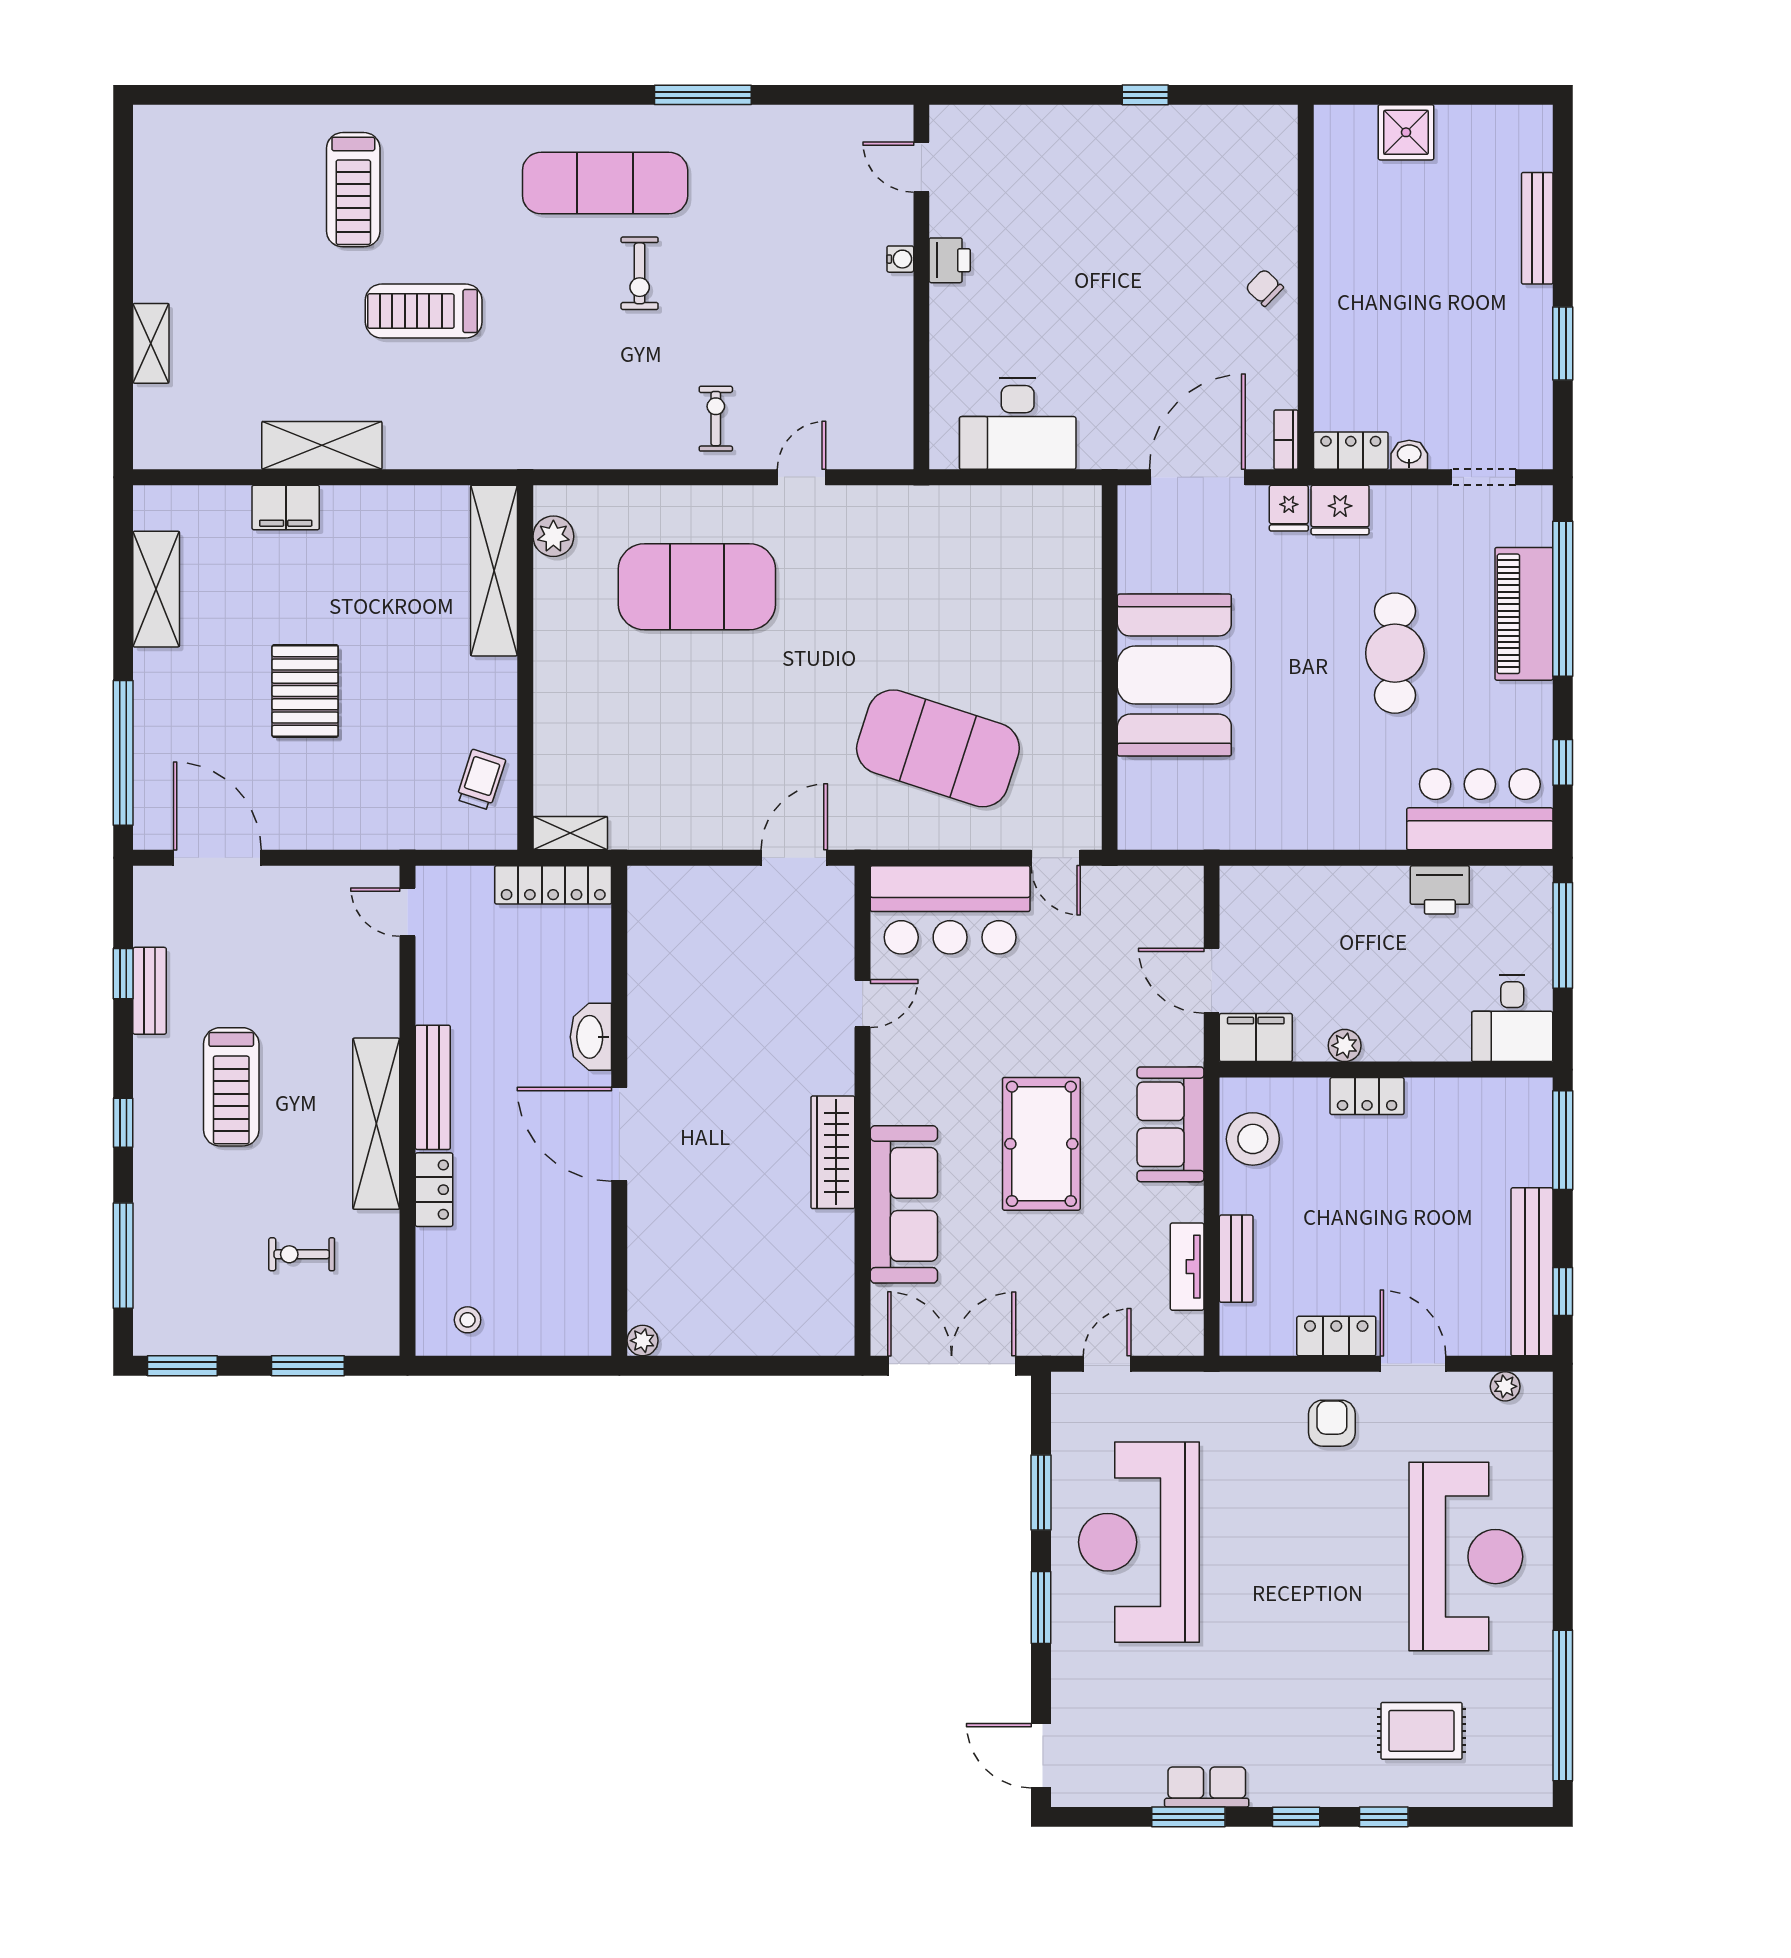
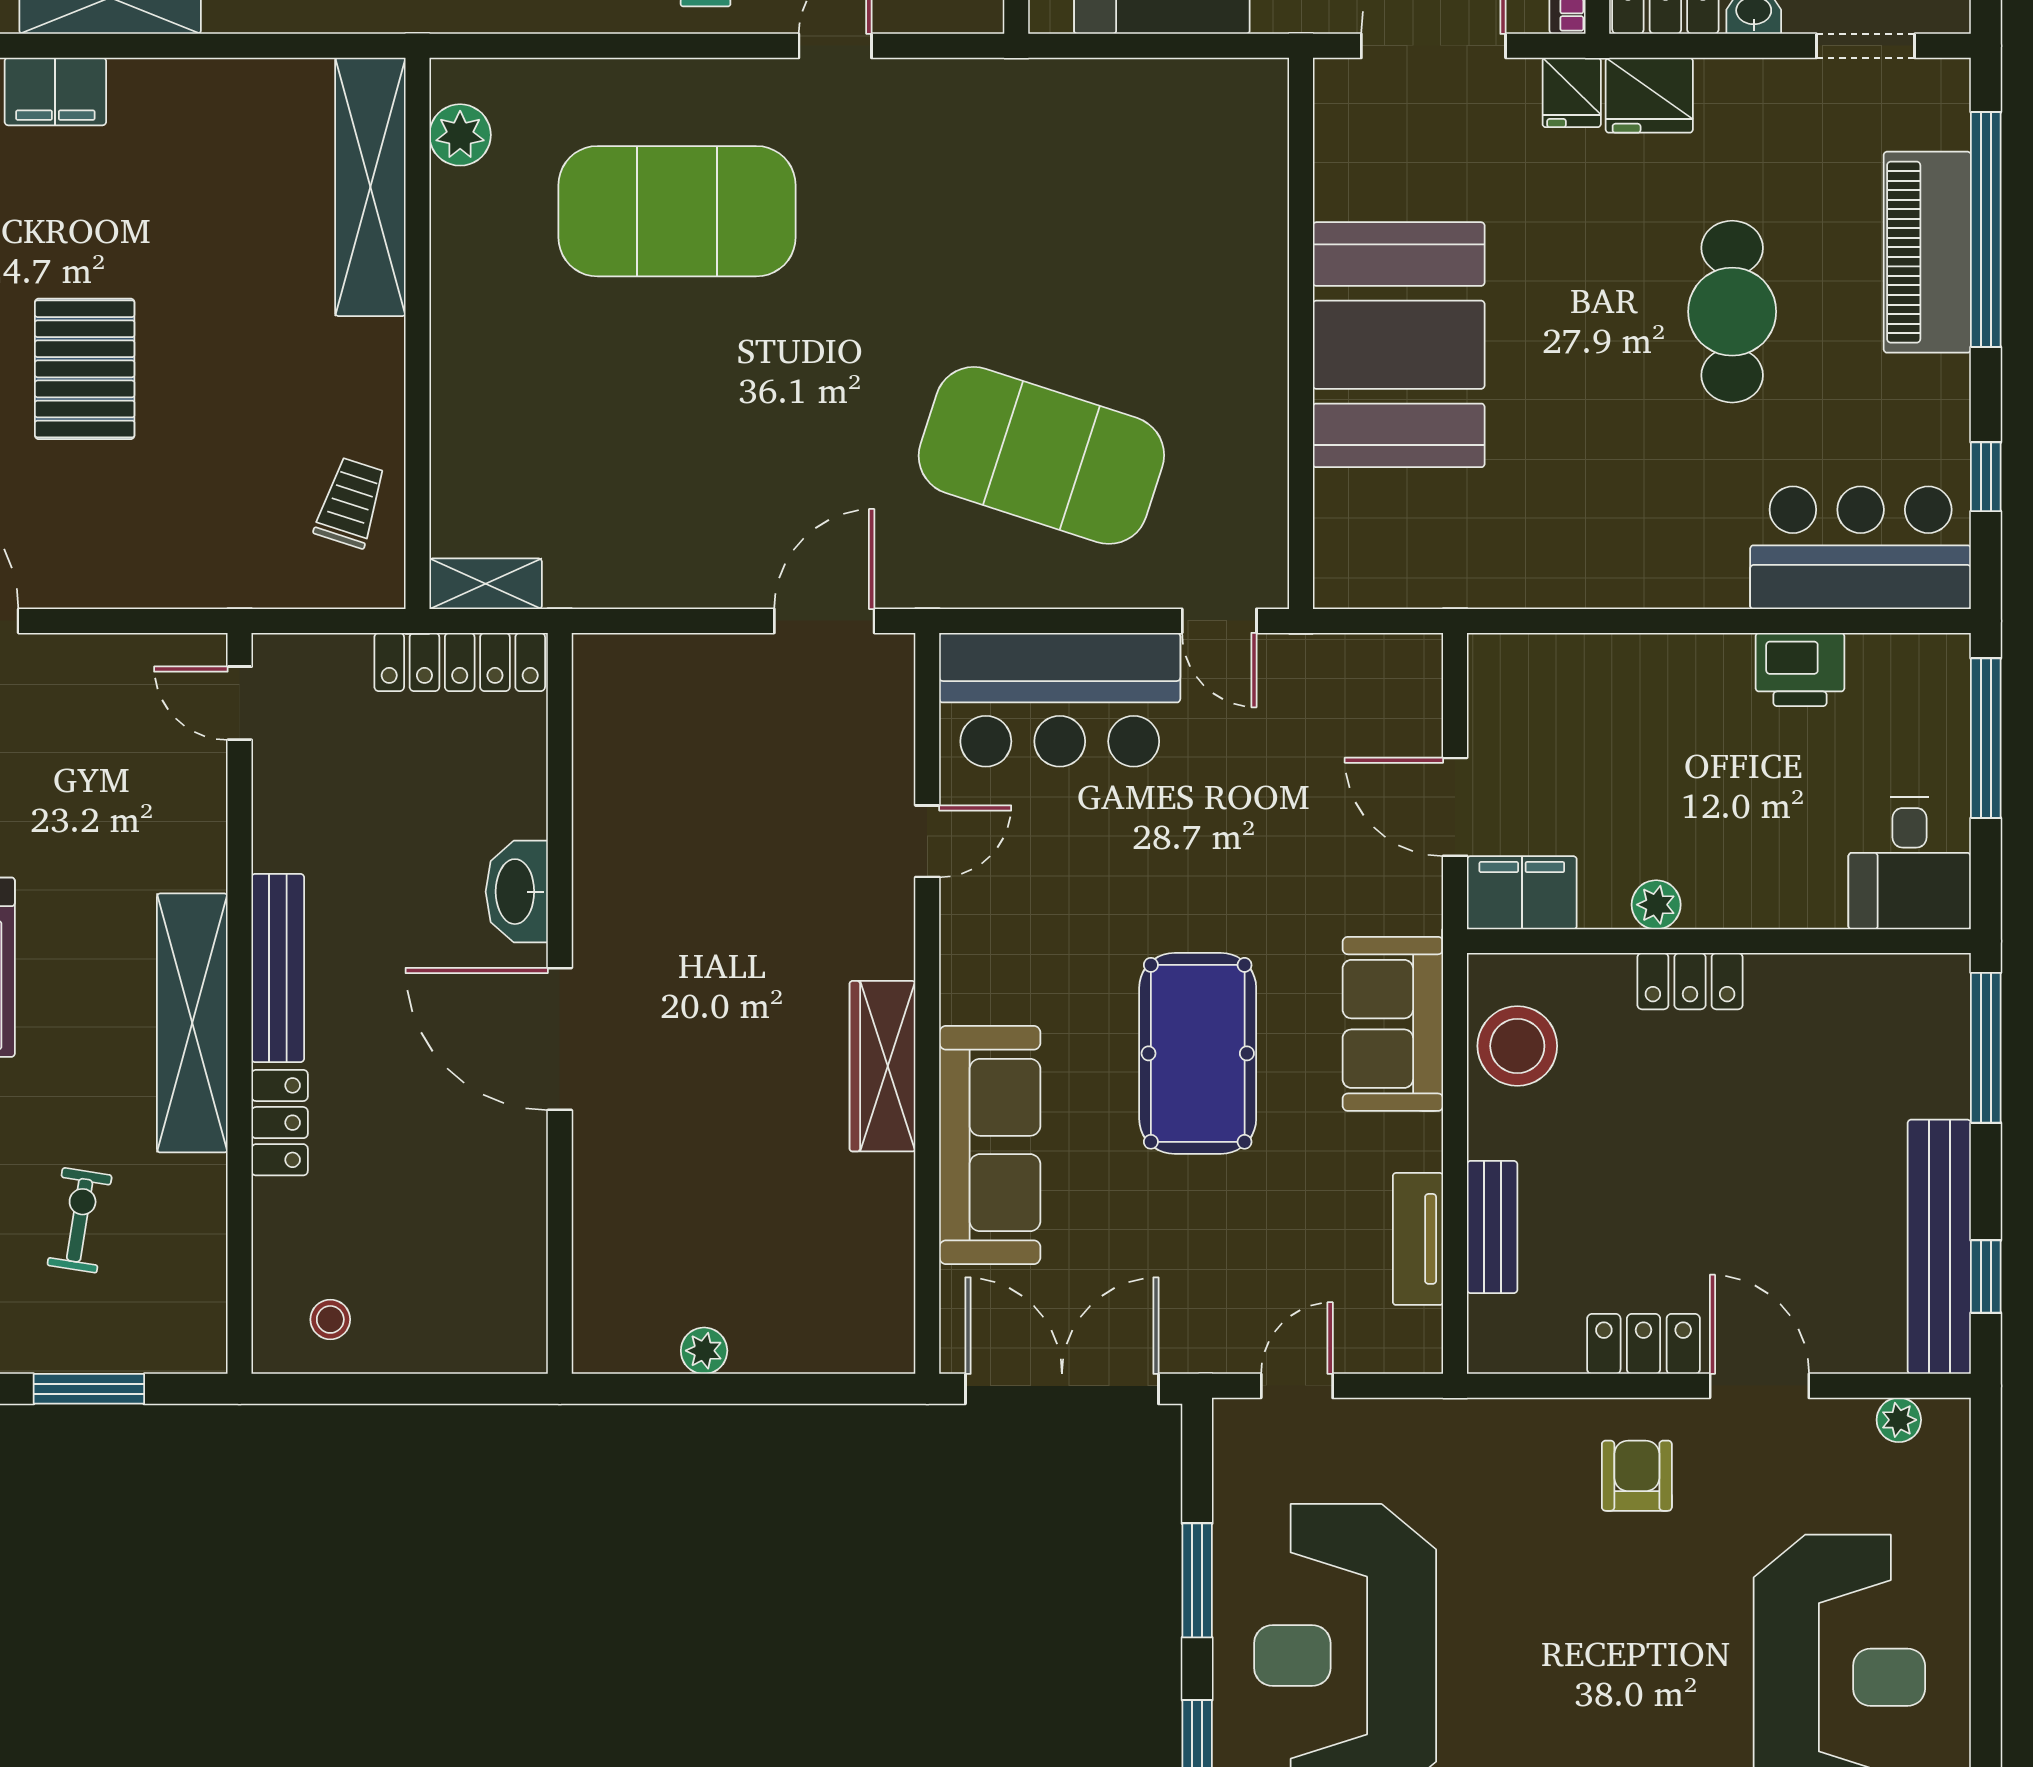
exercise bike: (302, 1254) -> (80, 1220), turned 99
plant: (643, 1341) -> (704, 1351), moved

